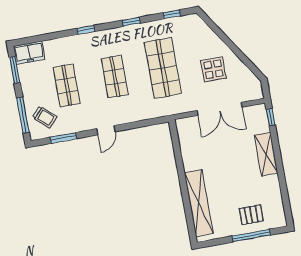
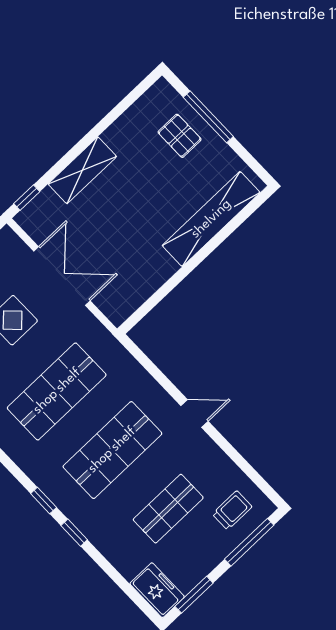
window: (131, 22) -> (44, 500), moved
shop shelf: (115, 77) -> (112, 450), width x1.43, depth x1.36
trolley: (45, 117) -> (232, 510), turned 48
window: (63, 138) -> (244, 465), removed

